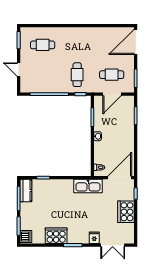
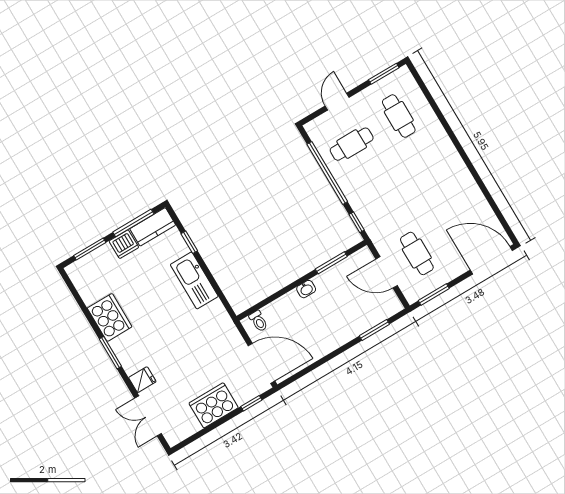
cafe table: (77, 75) -> (352, 144), moved
kitchen sink: (88, 186) -> (194, 280), moved
dishwasher: (26, 236) -> (124, 244), moved

